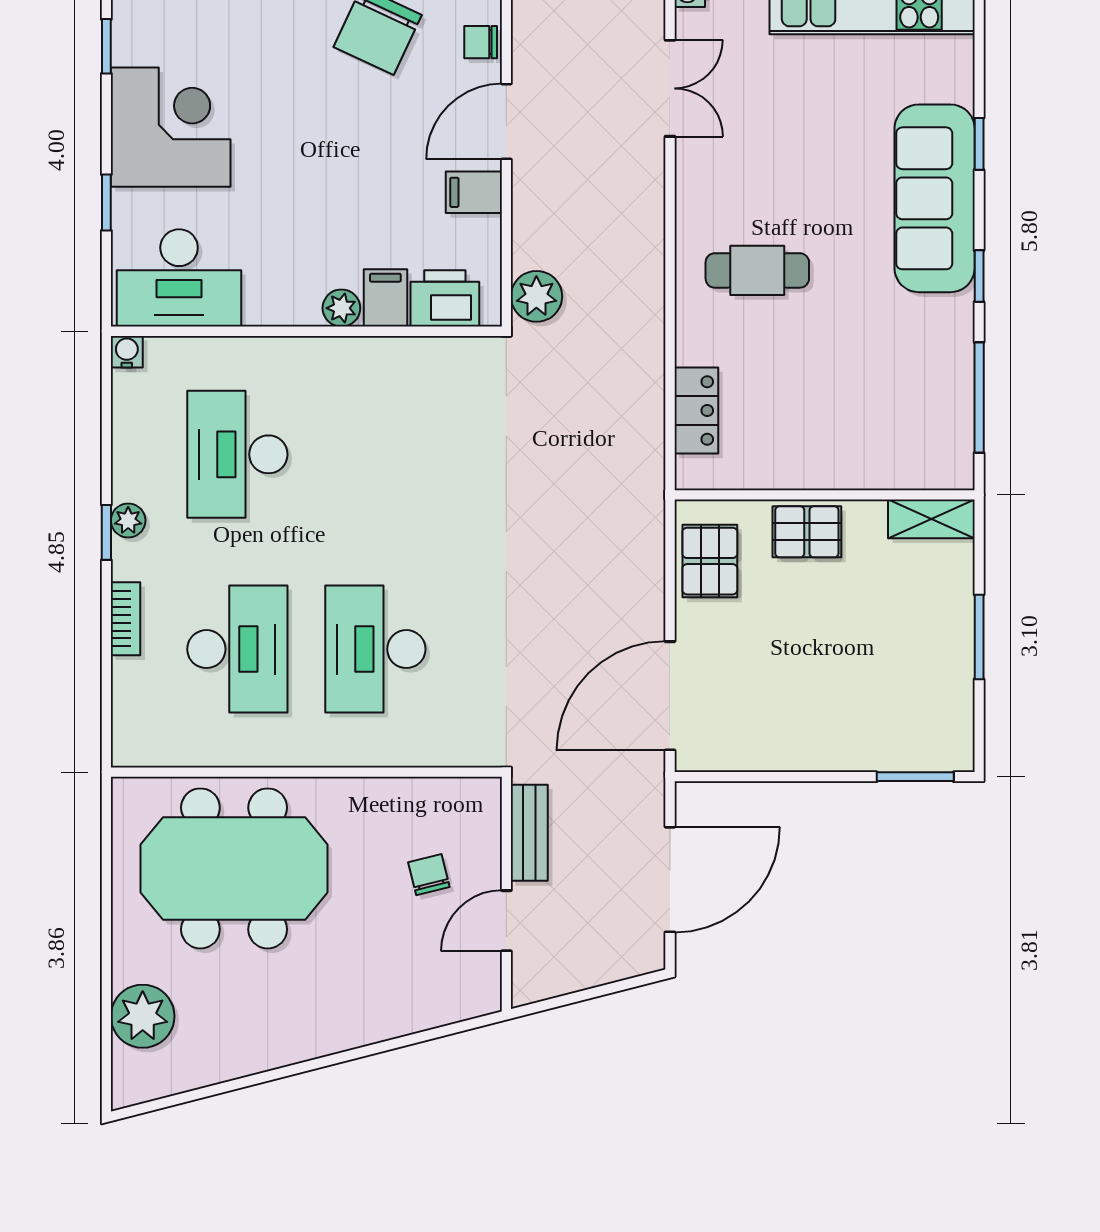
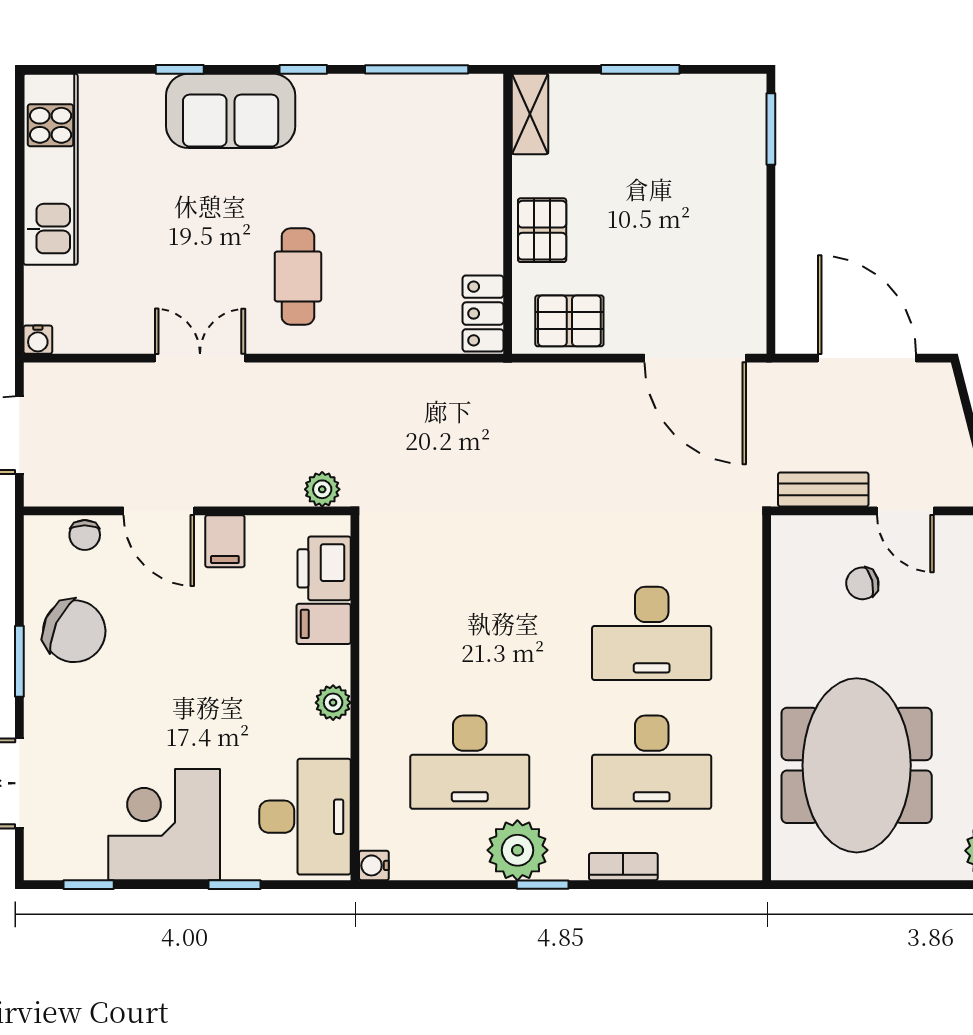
double door: (670, 88) -> (200, 358), moved
sofa: (935, 198) -> (231, 111), width x0.73
plant: (536, 296) -> (322, 489), width x0.73, depth x0.73
plant: (341, 308) -> (333, 703), moved
locker: (696, 410) -> (483, 314), moved, turned -90
plant: (128, 520) -> (517, 850), width x1.88, depth x1.88
desk: (237, 649) -> (652, 762), turned 180

